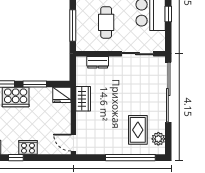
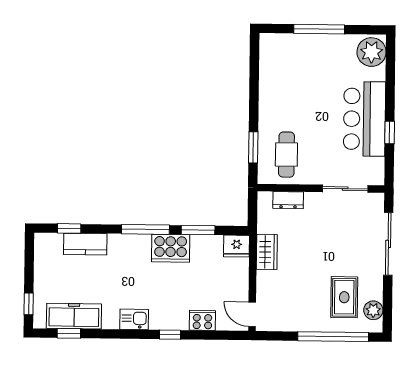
cafe table: (106, 22) -> (286, 155), moved
window: (73, 26) -> (253, 147), width x0.69
sliding door: (168, 92) -> (388, 244), width x0.73
cooker: (28, 147) -> (202, 320), moved

